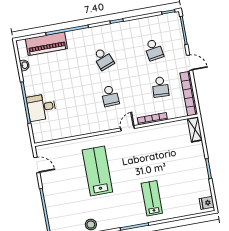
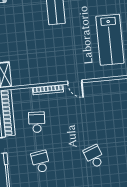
school desk: (110, 96) -> (90, 117), removed
door: (127, 128) -> (75, 82), hinge flipped

